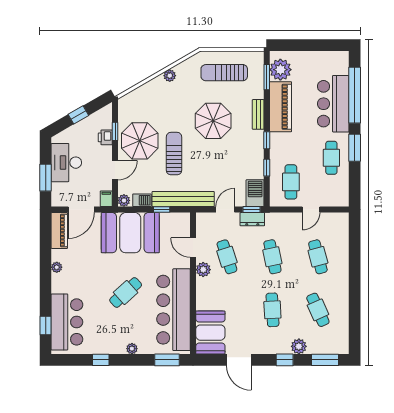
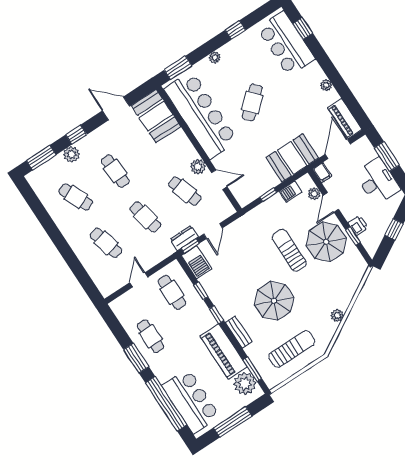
window: (311, 45) -> (233, 422), added
bar counter: (333, 104) -> (191, 401), moved
sun lounger: (174, 154) -> (289, 250), turned 180
bench: (183, 199) -> (255, 216), removed
plant: (124, 200) -> (314, 194), moved
booth: (130, 233) -> (292, 158), width x0.73, depth x0.70

